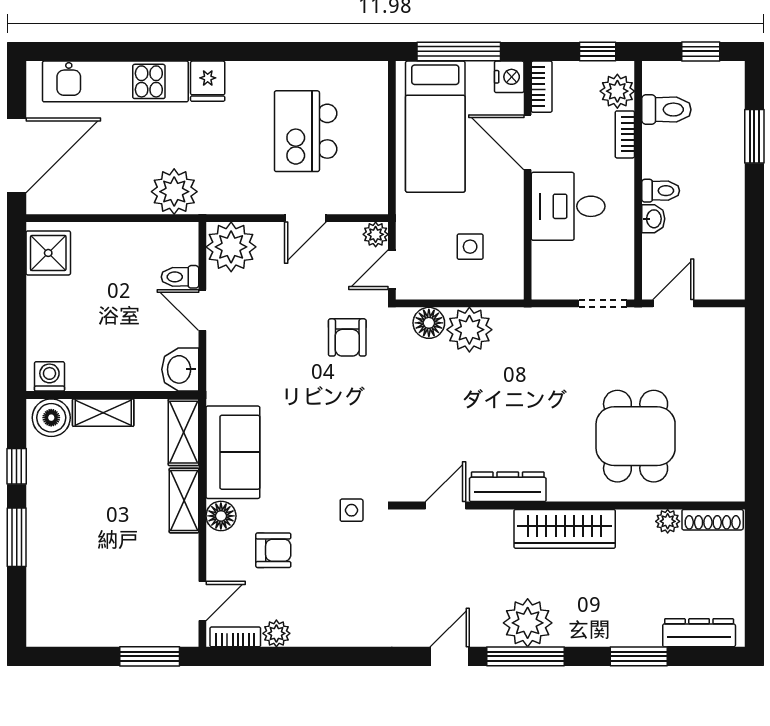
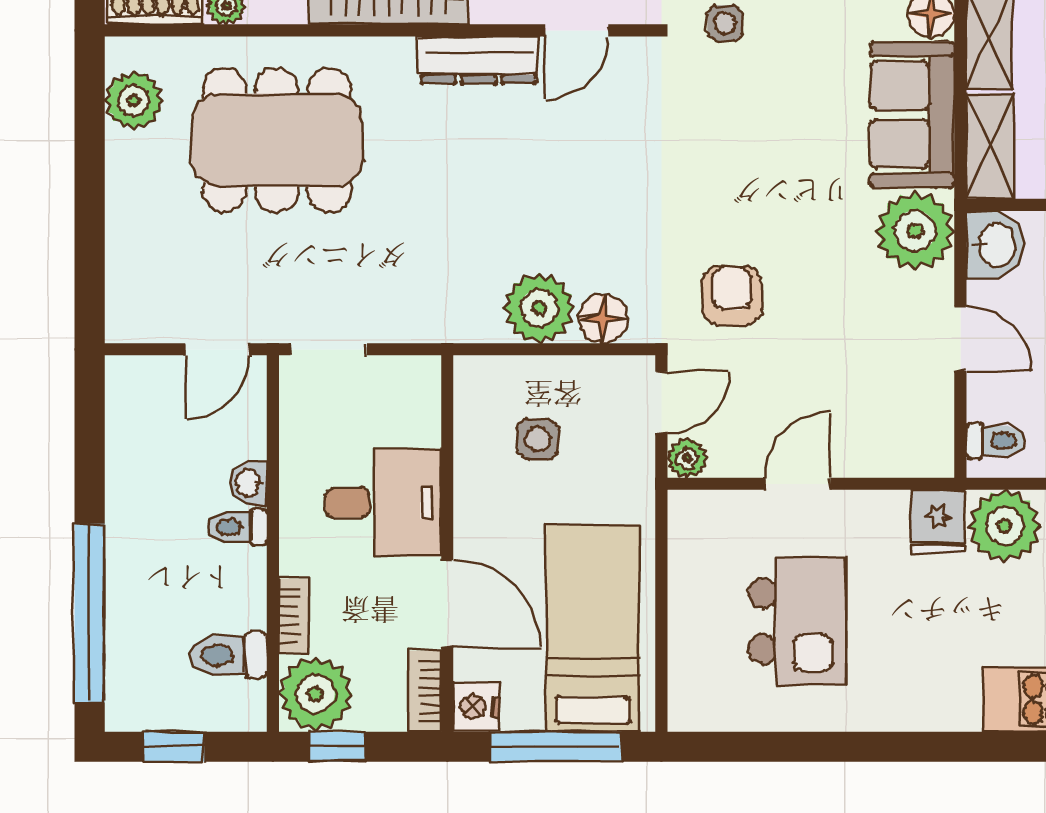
fridge: (208, 81) -> (938, 522), moved, turned 180
plant: (617, 91) -> (316, 694), width x1.36, depth x1.36
window: (754, 136) -> (90, 613), width x2.11
plant: (231, 247) -> (915, 231), moved
toilet: (180, 277) -> (996, 441), moved
dining table: (636, 436) -> (277, 140), width x1.38
plant: (726, 461) -> (134, 100), added

